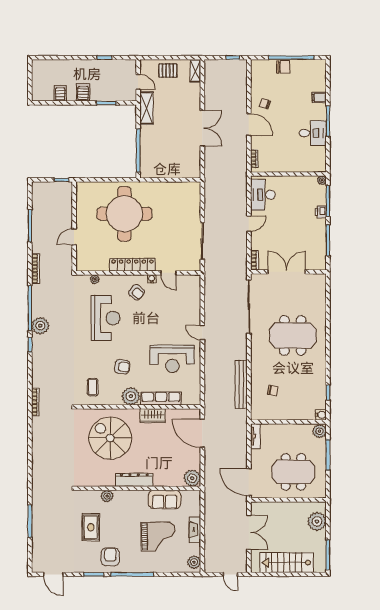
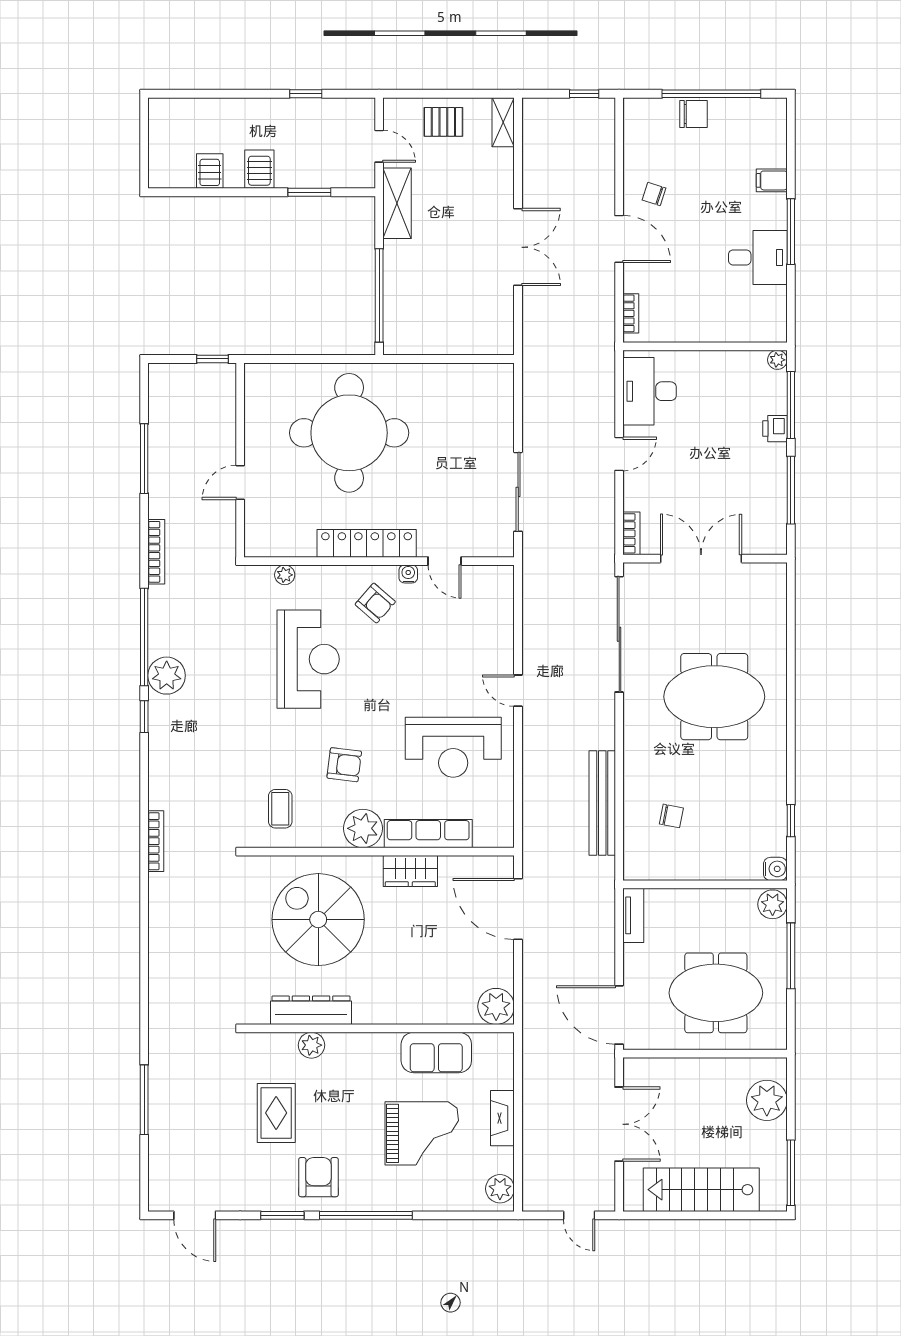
dresser: (134, 480) -> (311, 1010), moved

